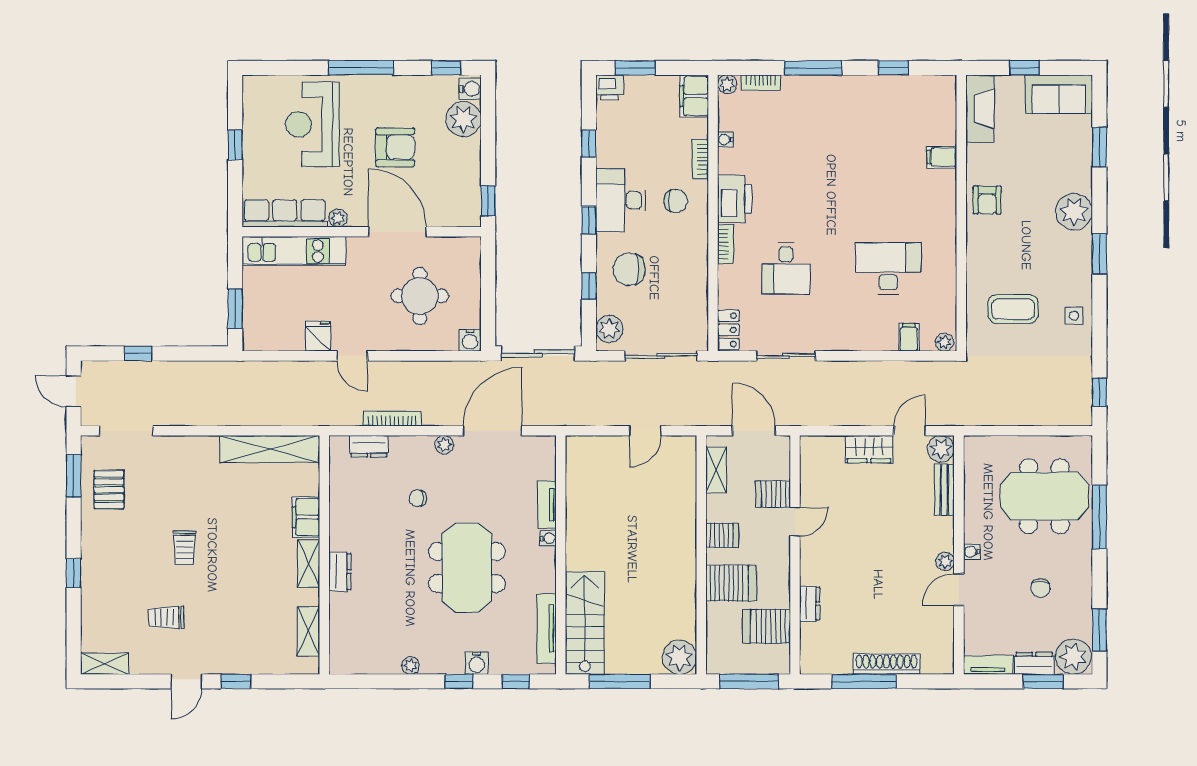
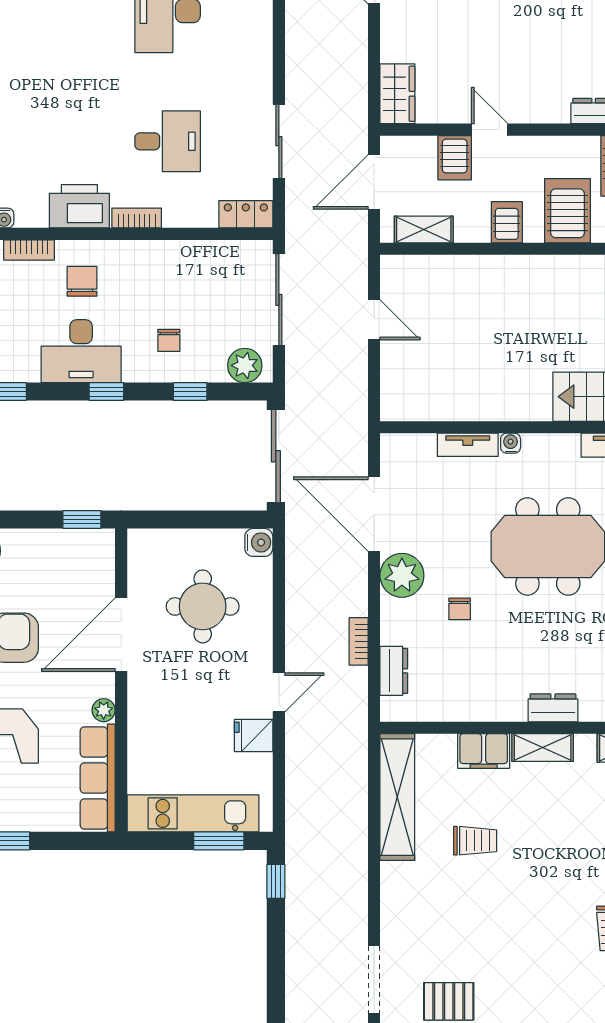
kitchen unit: (294, 251) -> (193, 813), moved, turned -90
chair: (629, 269) -> (169, 340), width x0.54, depth x0.54
window: (138, 354) -> (276, 881), moved
bookcase: (392, 419) -> (359, 641), width x0.64
plant: (444, 445) -> (402, 575), width x1.87, depth x1.87
wardrobe: (869, 449) -> (397, 94), moved
trolley: (185, 548) -> (475, 841), moved

